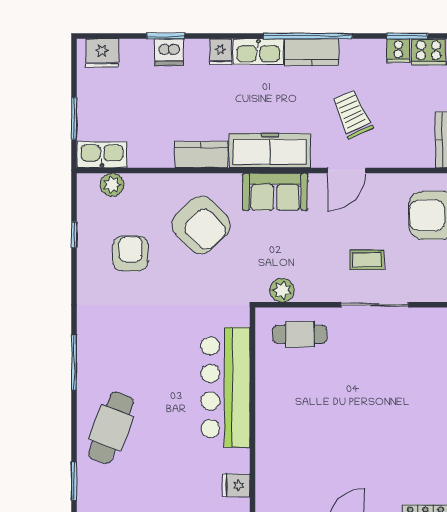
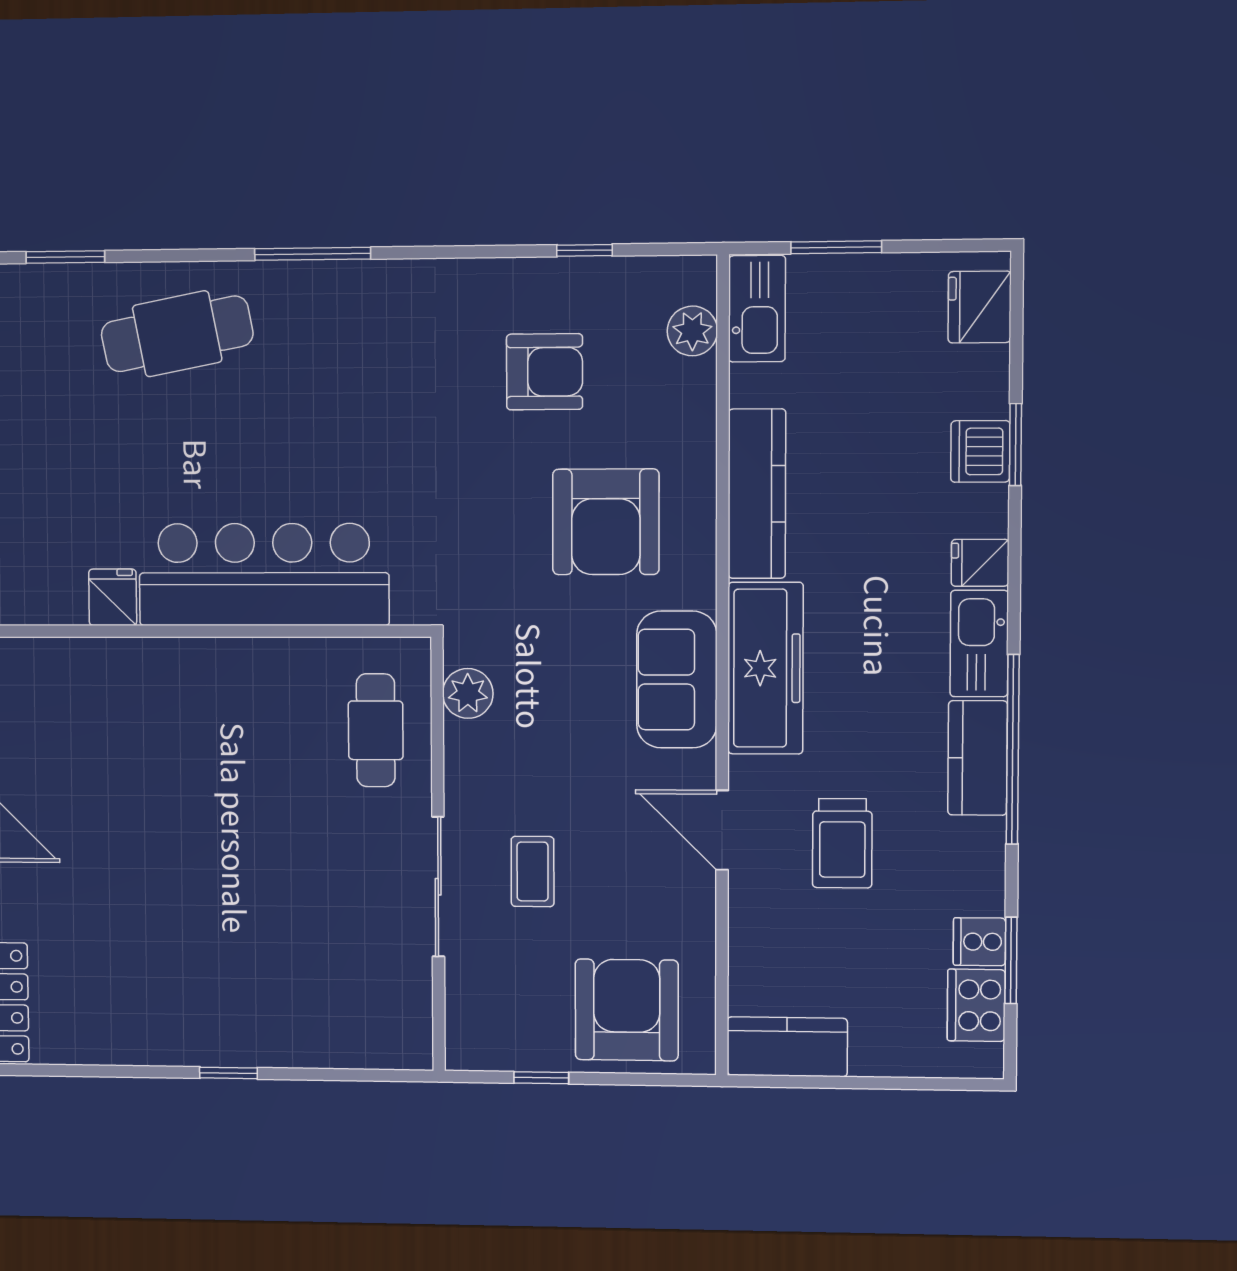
trolley: (352, 114) -> (842, 843), turned 114
kitchen counter: (201, 155) -> (757, 494), width x1.50
armchair: (201, 225) -> (606, 522), turned -46
cafe table: (111, 428) -> (177, 334), turned -32
fridge: (236, 485) -> (113, 597), moved

